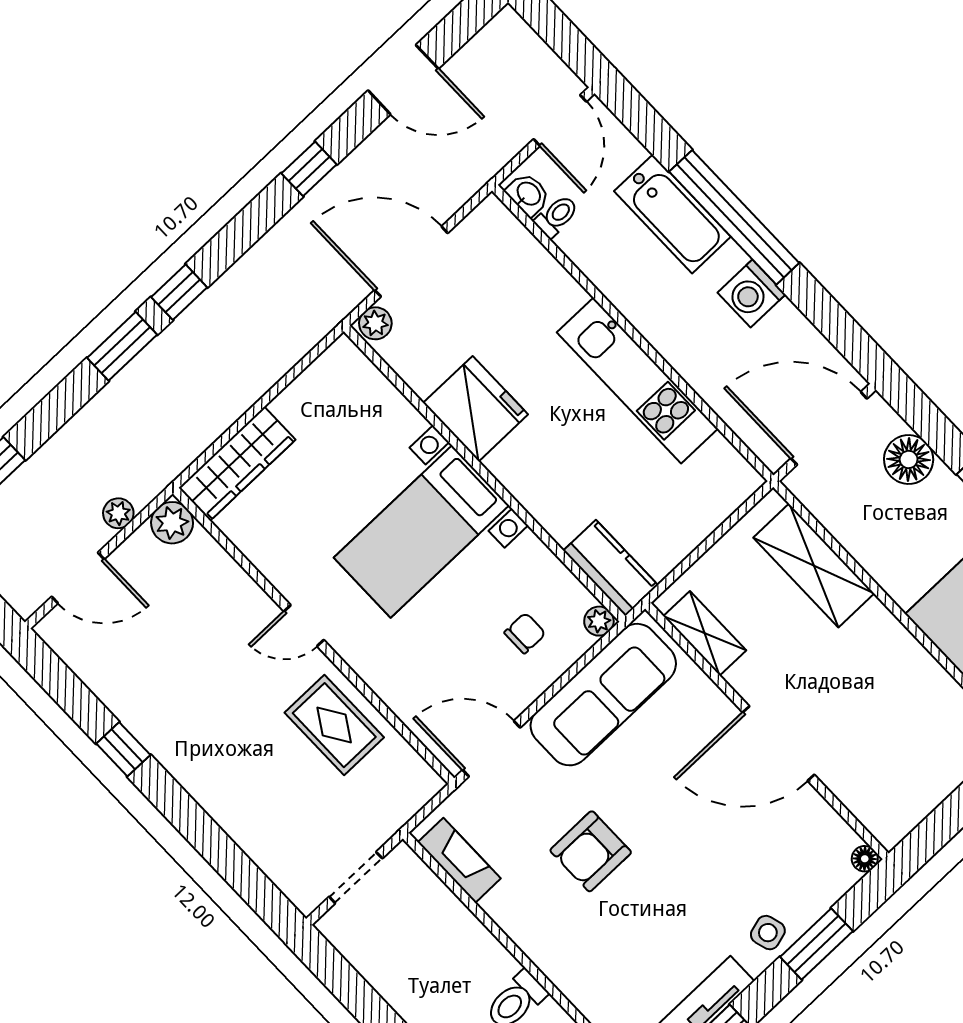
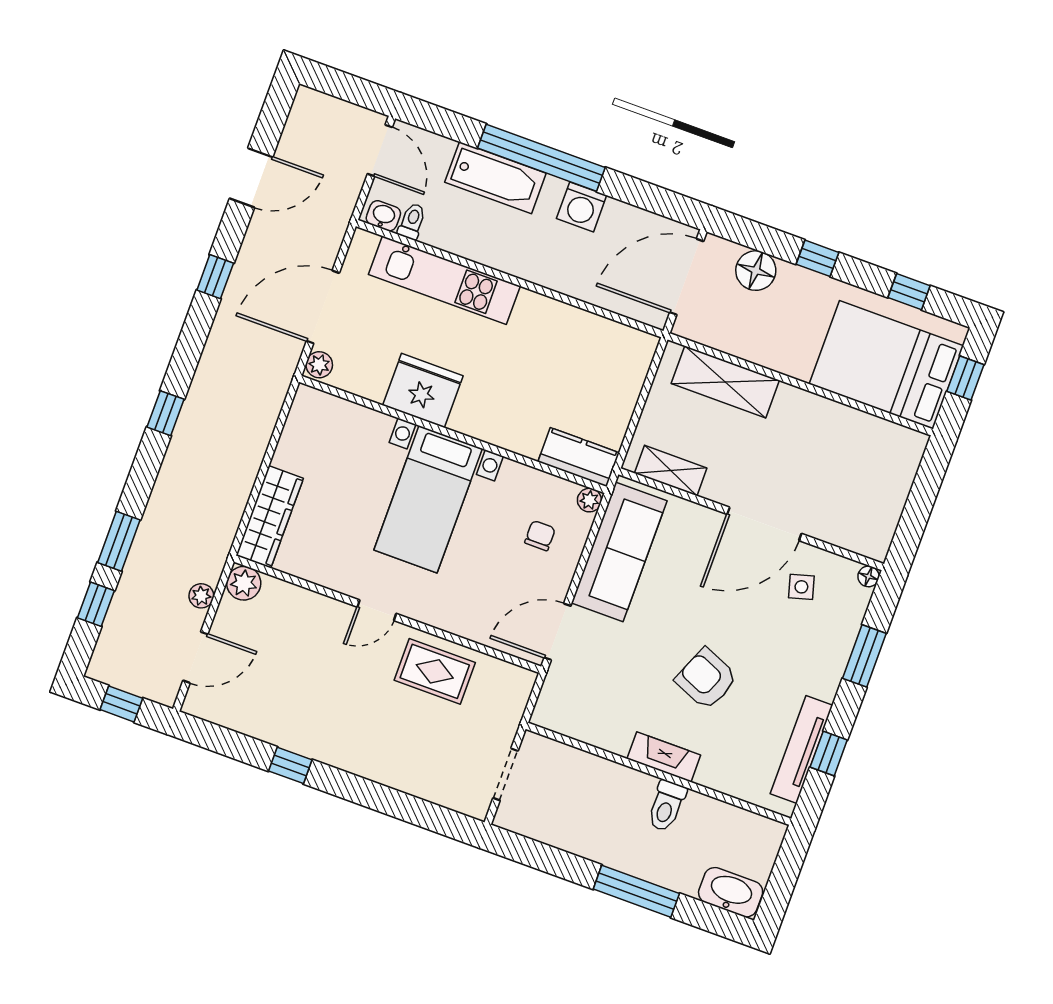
window: (122, 346) -> (119, 541), moved
kitchen unit: (637, 381) -> (444, 280), moved
armchair: (591, 851) -> (706, 679), moved, turned 113
fireplace: (459, 860) -> (664, 757), moved
side table: (768, 933) -> (801, 587), moved

